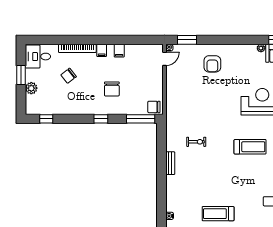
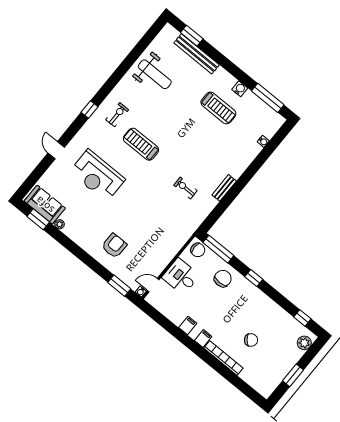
desk: (38, 57) -> (181, 276), moved, turned 180
plant: (31, 88) -> (304, 343), moved
chair: (112, 89) -> (223, 279), moved

